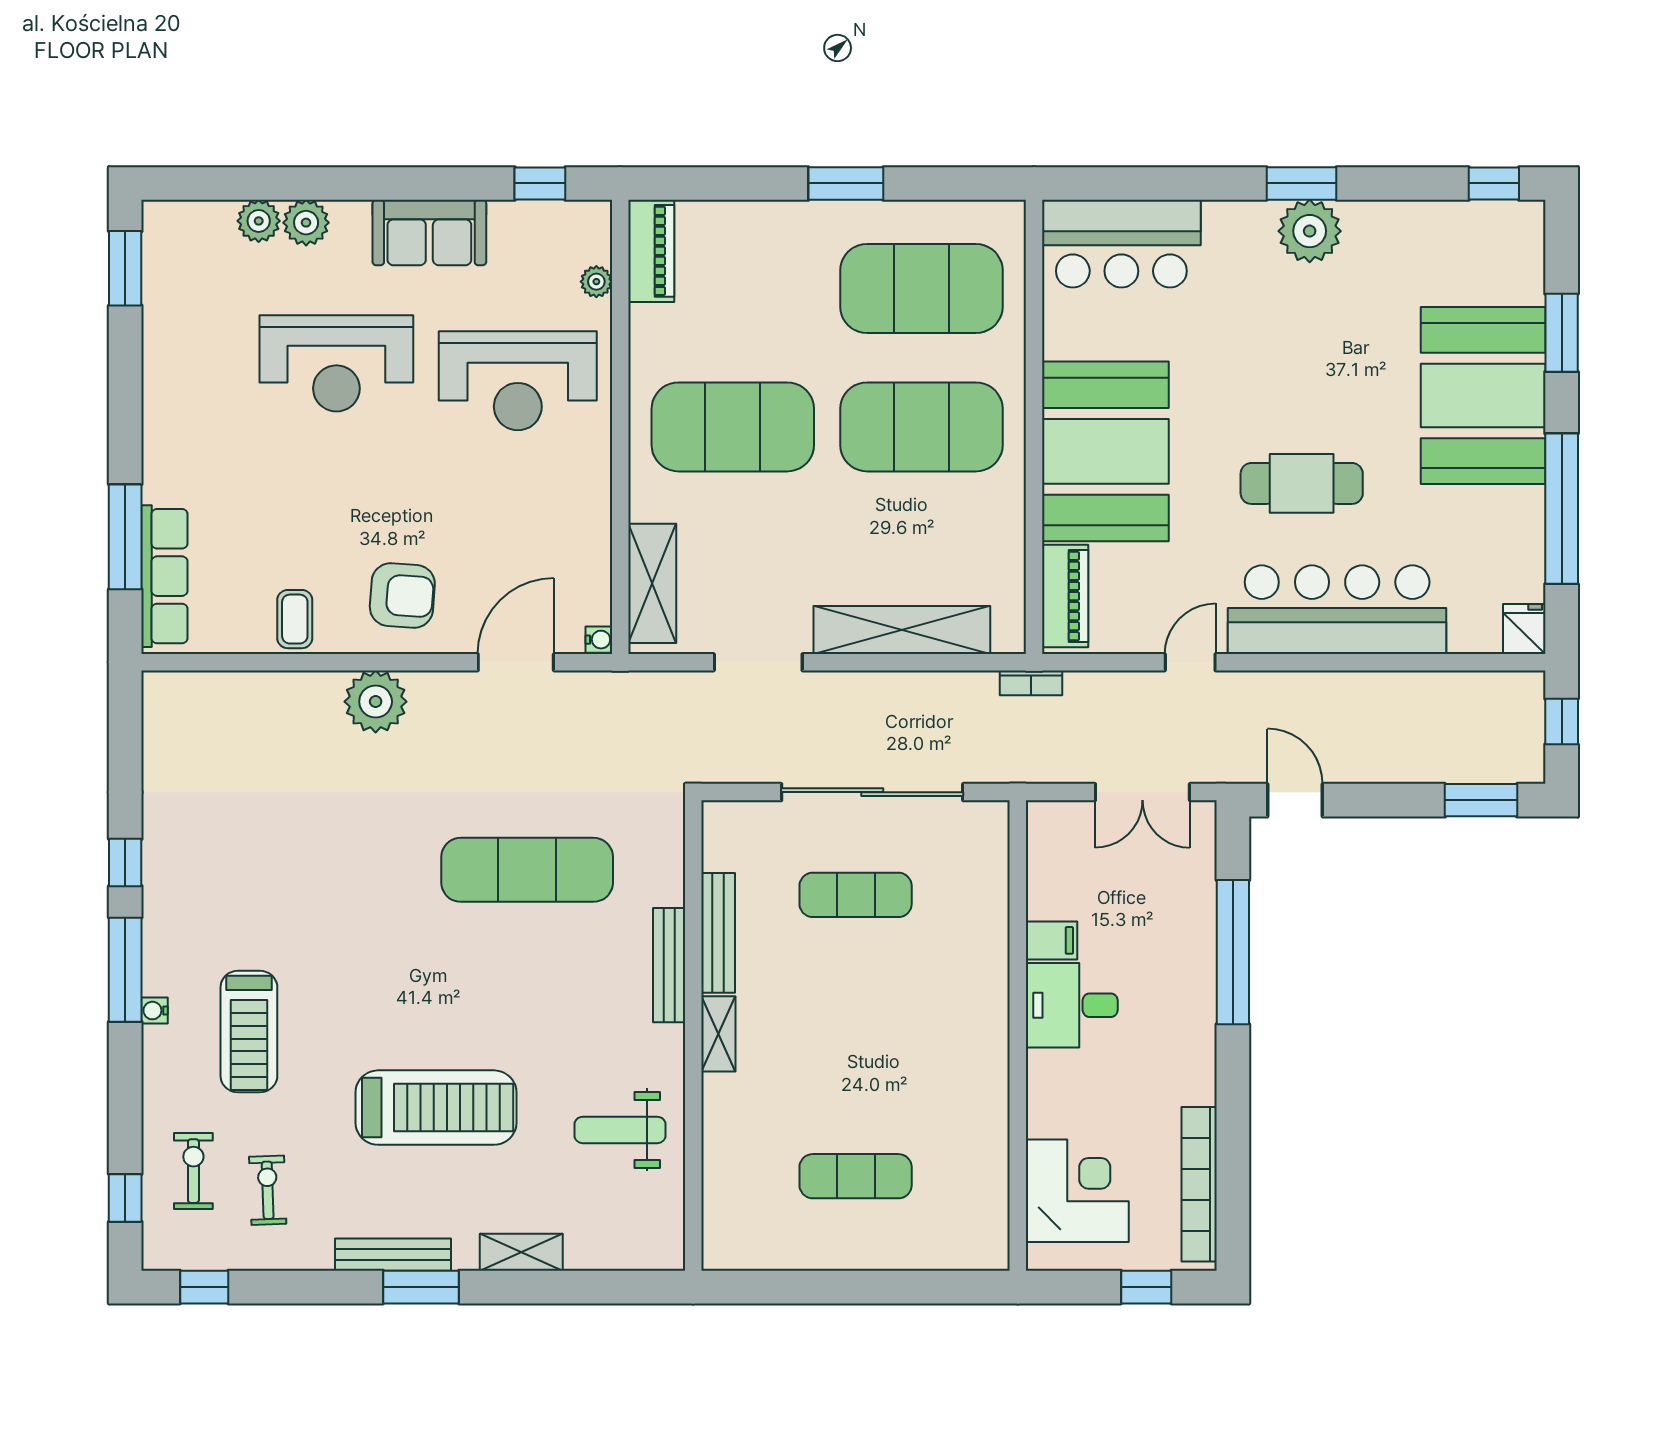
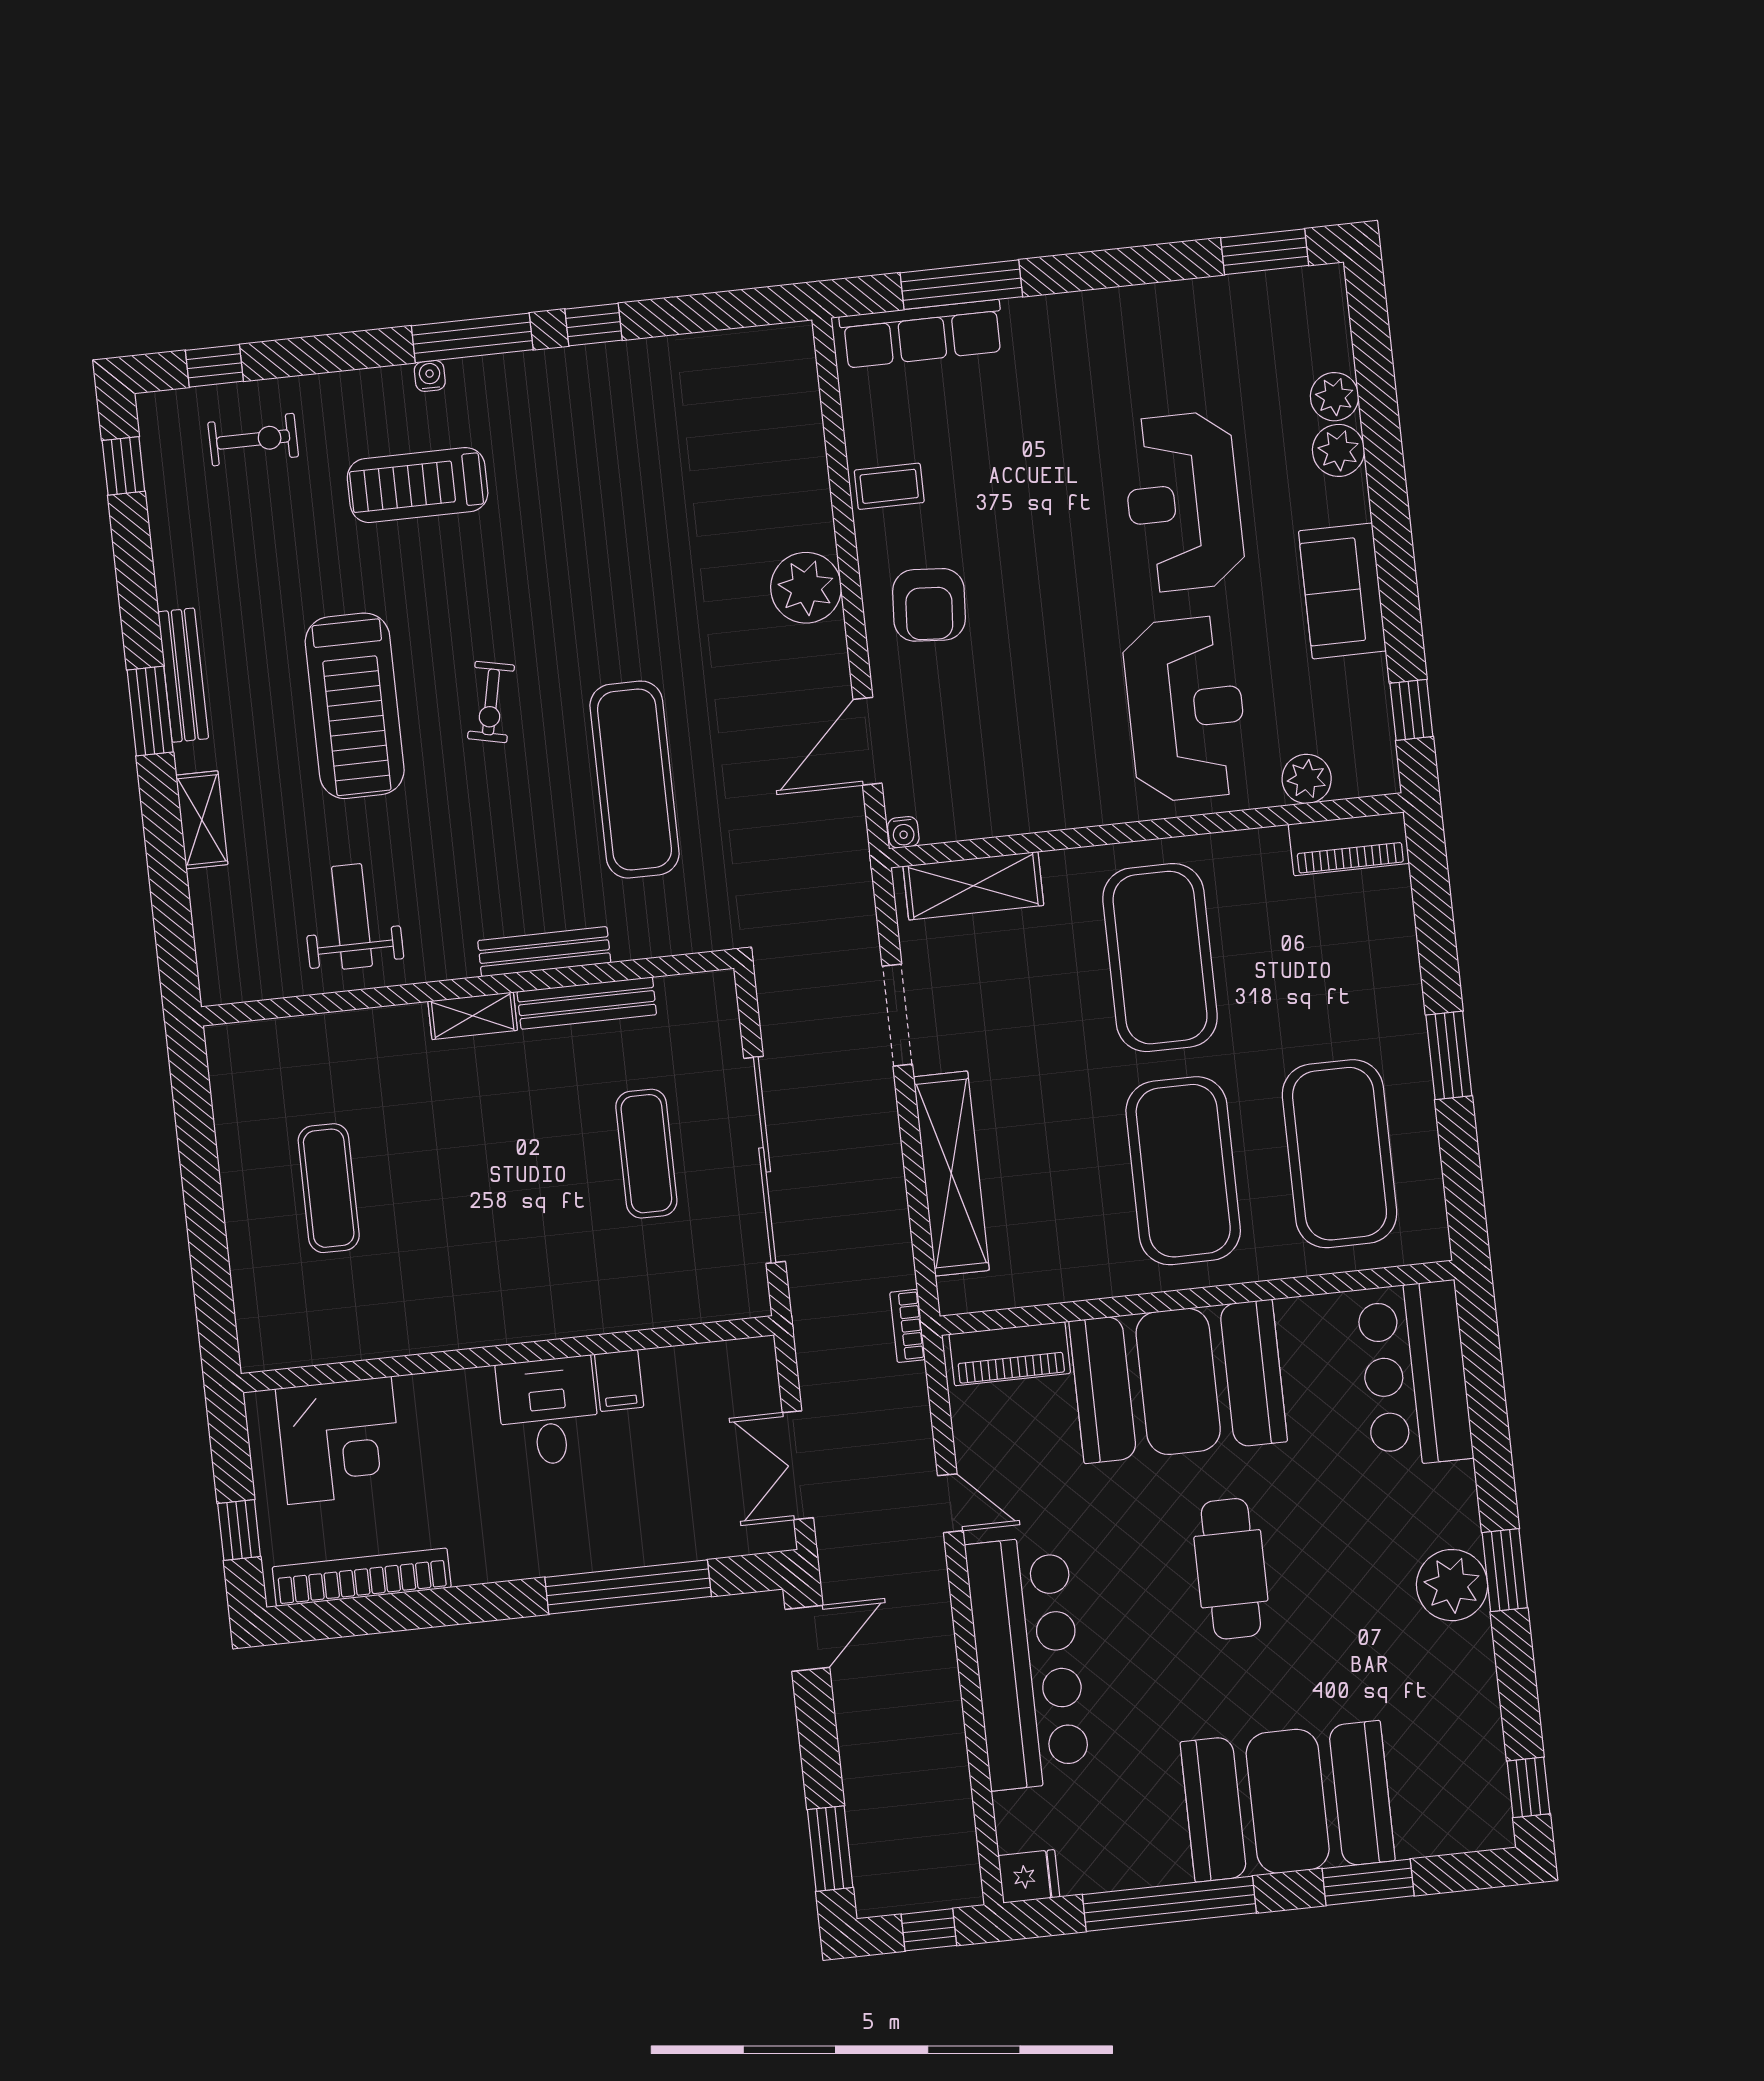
plant: (596, 282) -> (1307, 779), width x1.38, depth x1.38
reception desk: (518, 381) -> (1186, 709), turned 180
cafe table: (1302, 483) -> (1231, 1569), moved
door: (516, 662) -> (868, 741), swing flipped
exercise bike: (268, 1190) -> (491, 702), moved, turned 104

